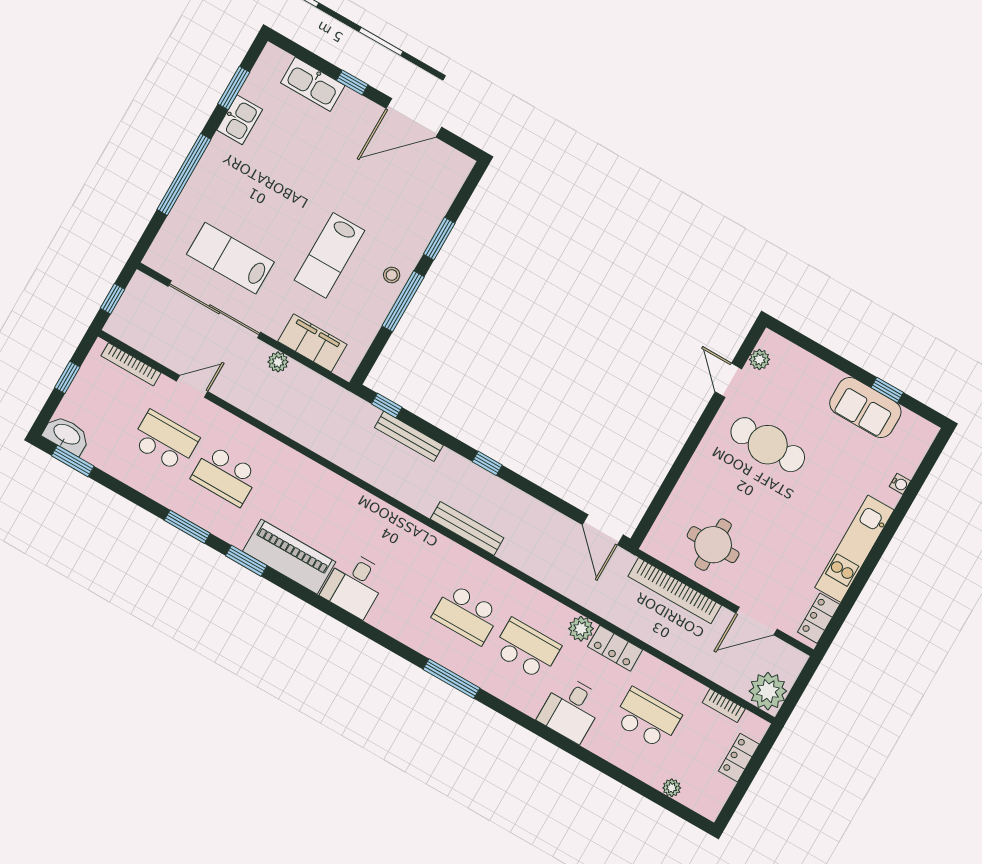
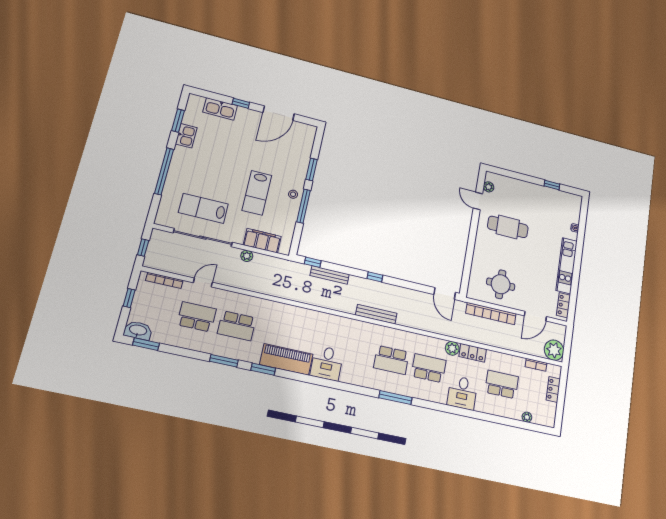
sofa: (865, 408) -> (545, 196), removed

